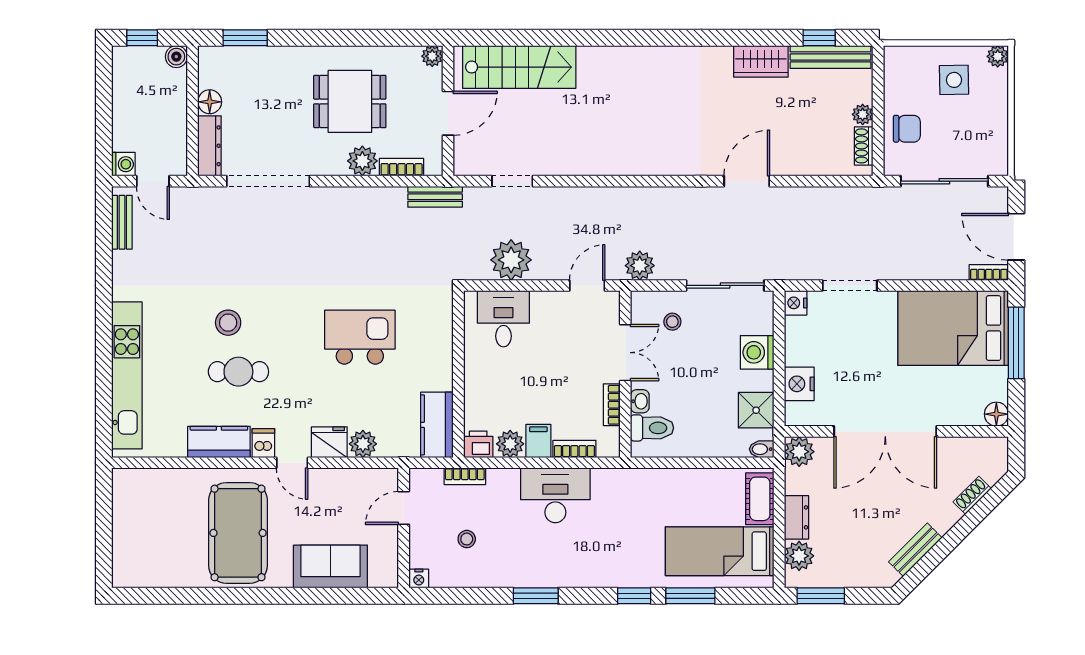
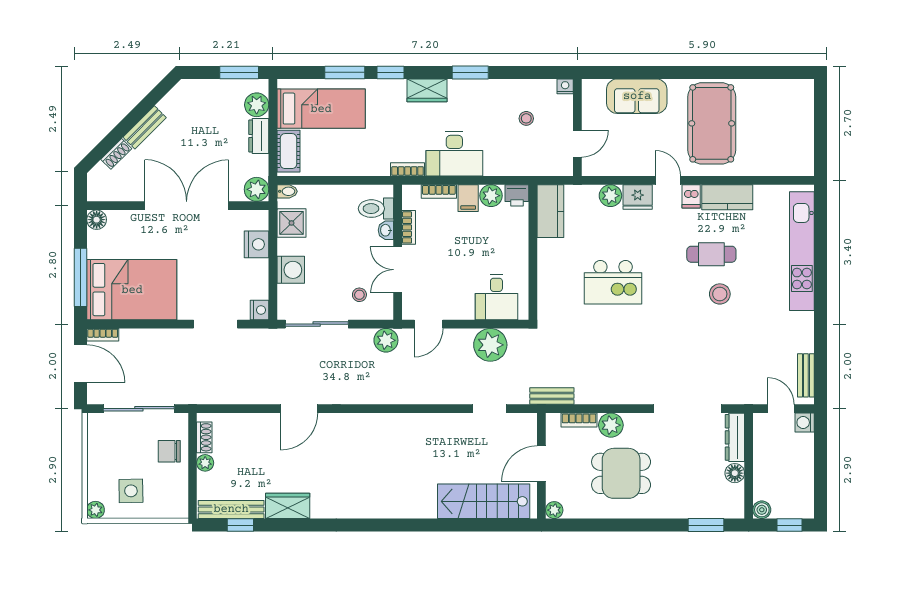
bookcase: (465, 476) -> (408, 169), moved
bench: (915, 550) -> (145, 127), moved
wardrobe: (589, 574) -> (427, 90), added

